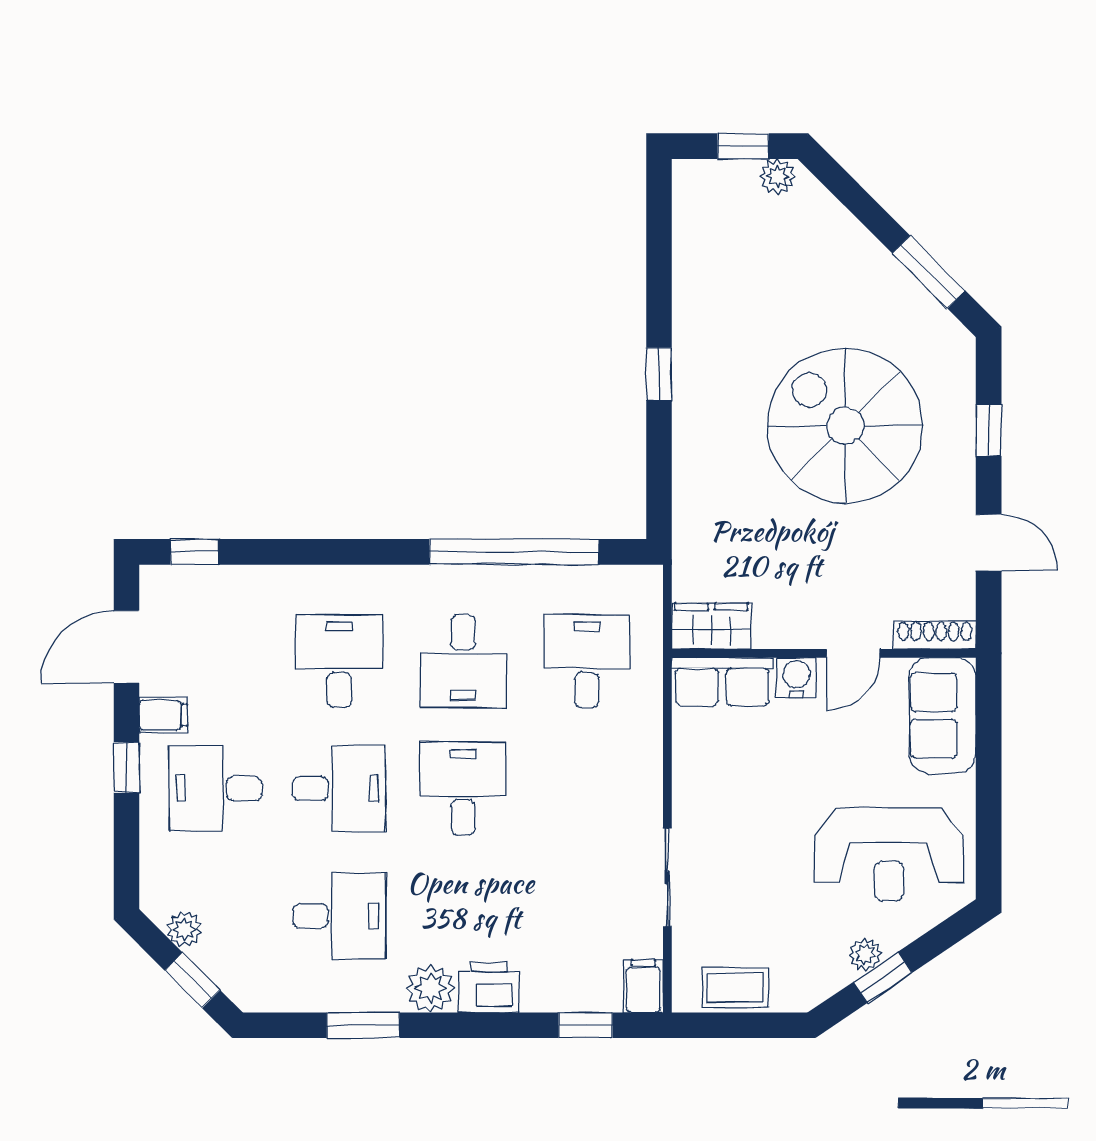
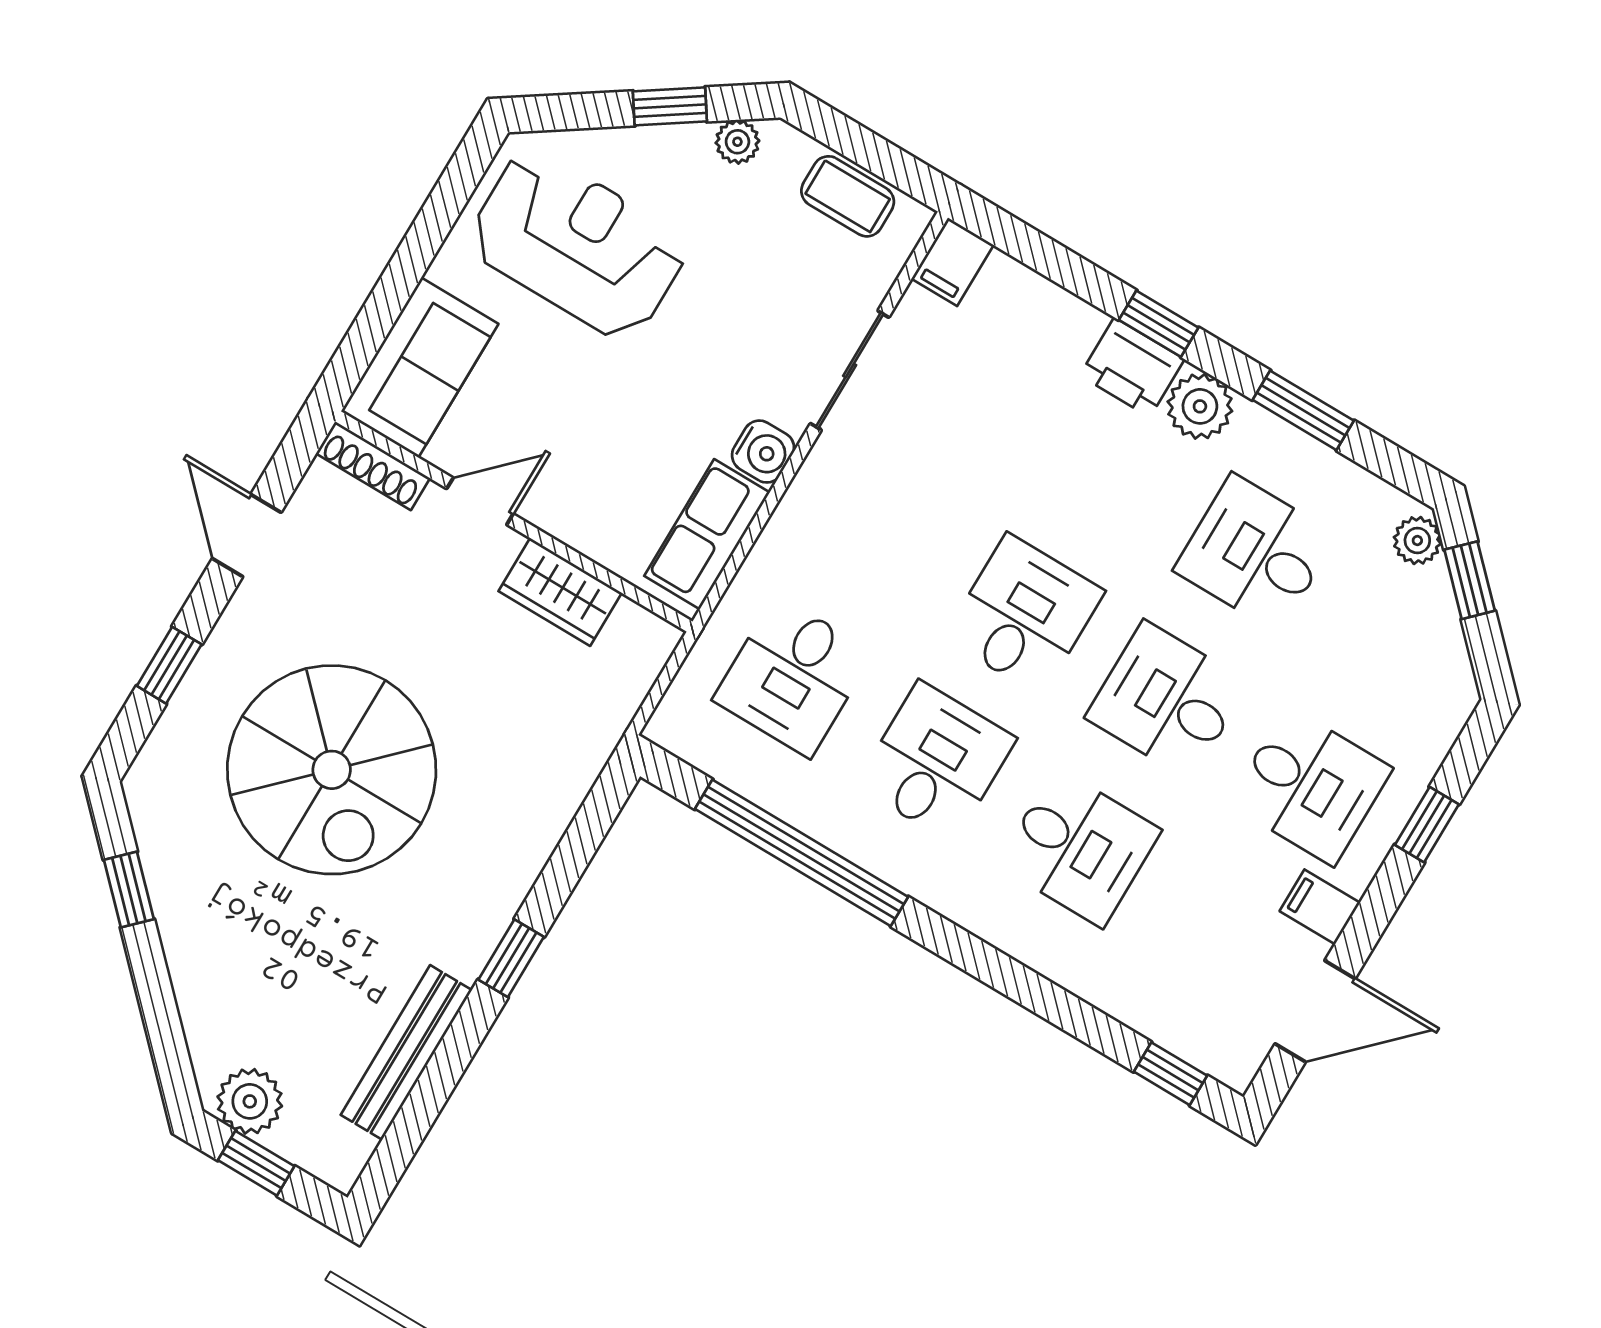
plant: (778, 176) -> (250, 1101), width x1.38, depth x1.38
window: (929, 272) -> (129, 890), width x0.67
bench: (690, 274) -> (406, 1052), added
wardrobe: (711, 626) -> (560, 592), moved
desk: (339, 661) -> (1079, 848), turned -90
water cooler: (796, 678) -> (763, 452), moved, turned -90
row of seats: (722, 682) -> (707, 534), moved, turned -90
window: (126, 768) -> (1427, 825), moved
desk: (463, 789) -> (1024, 615), turned 180
plant: (184, 929) -> (1417, 540), moved
plant: (865, 954) -> (737, 142), moved
window: (585, 1025) -> (1159, 324), moved

